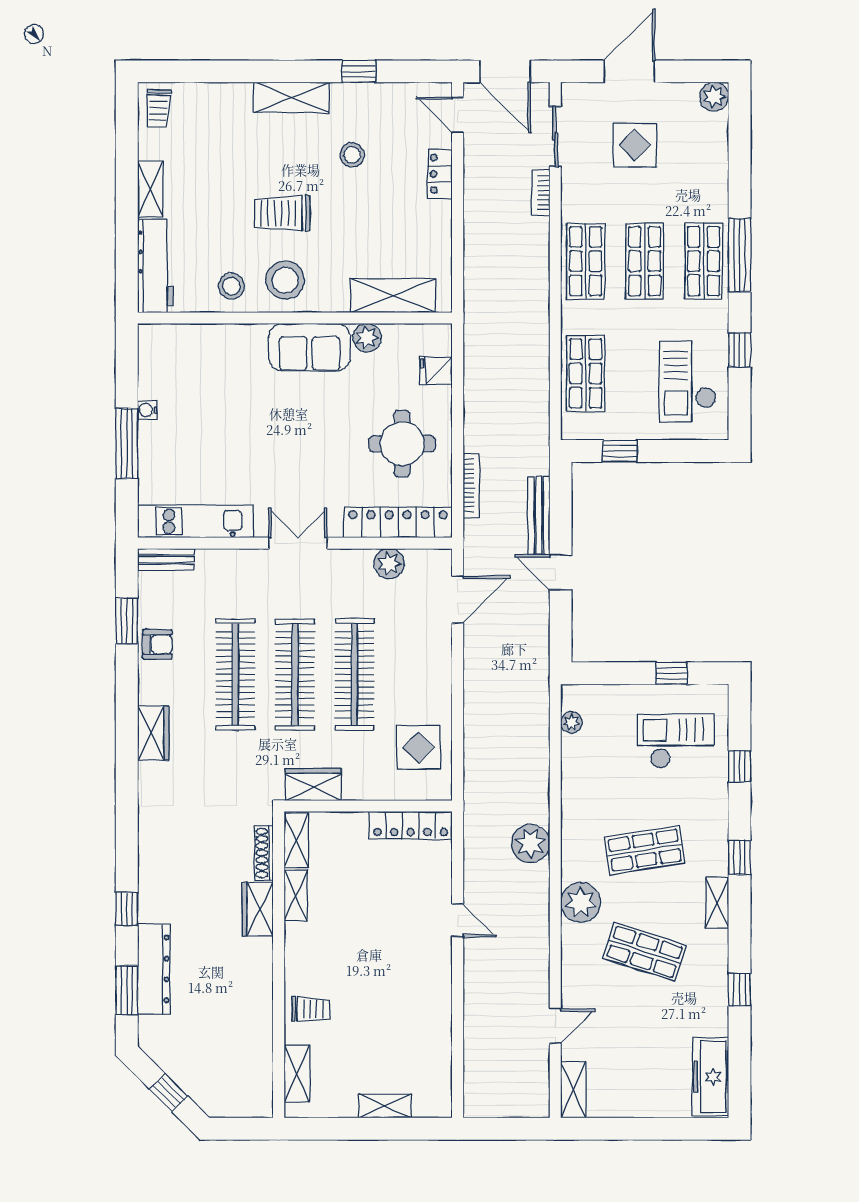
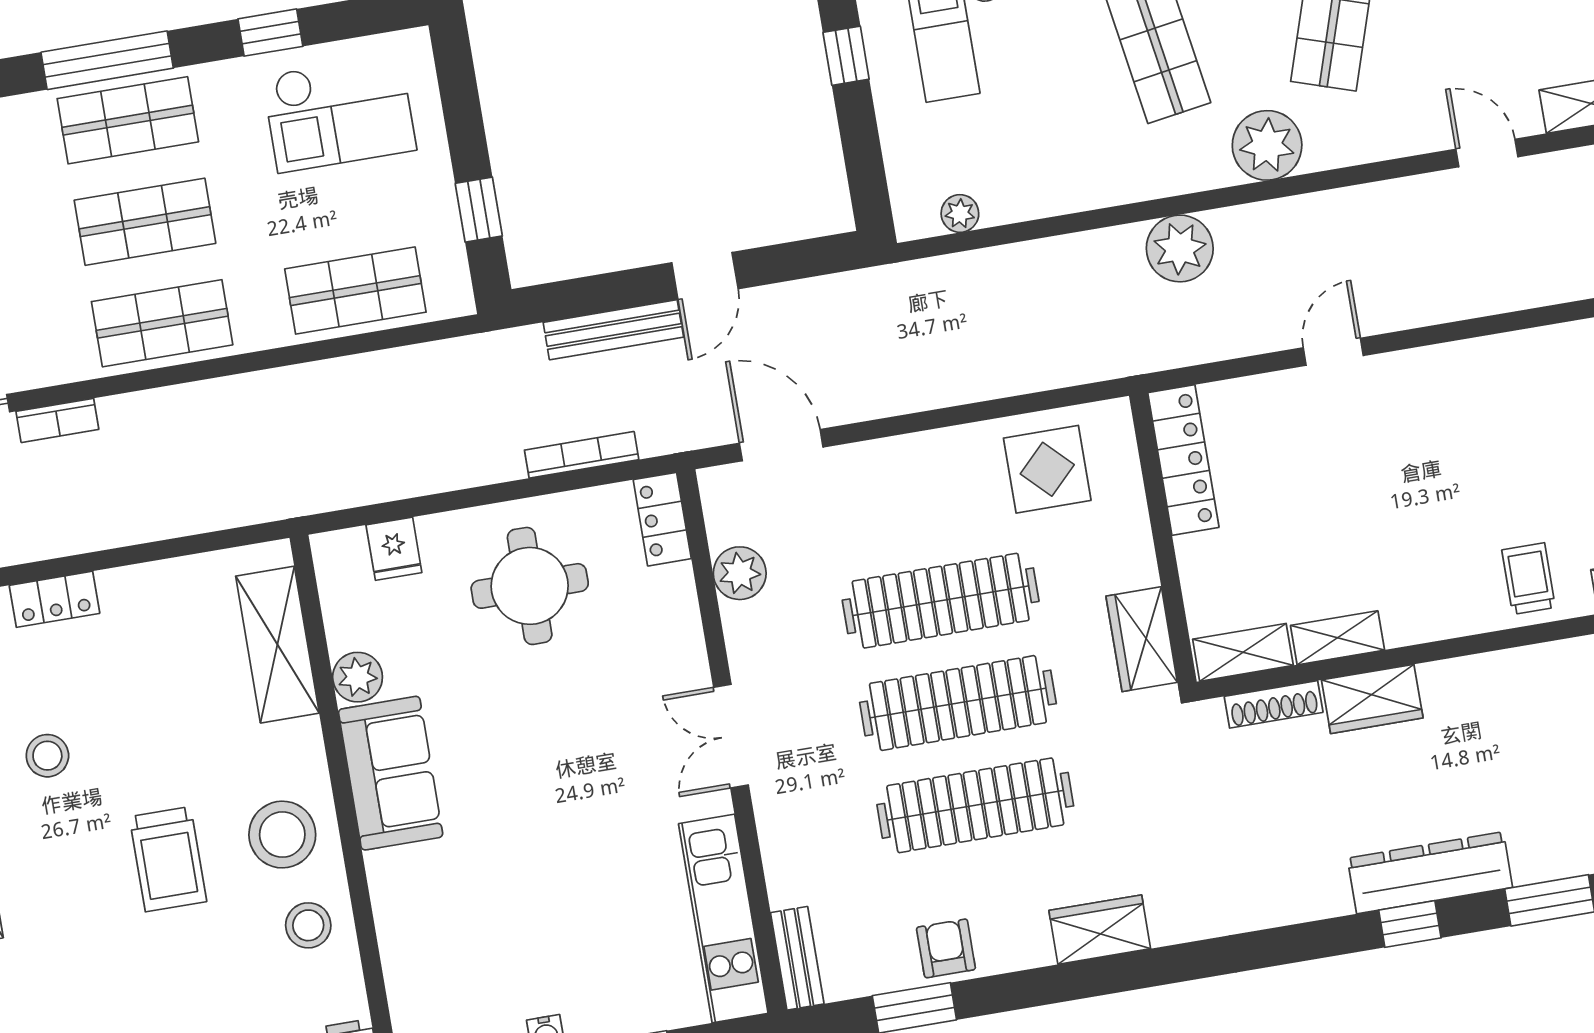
locker: (398, 522) -> (662, 519), width x0.46, depth x0.83
dresser: (154, 969) -> (1430, 873), moved

